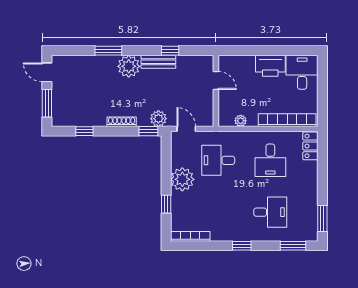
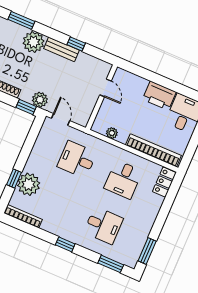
plant: (182, 179) -> (29, 184), moved

